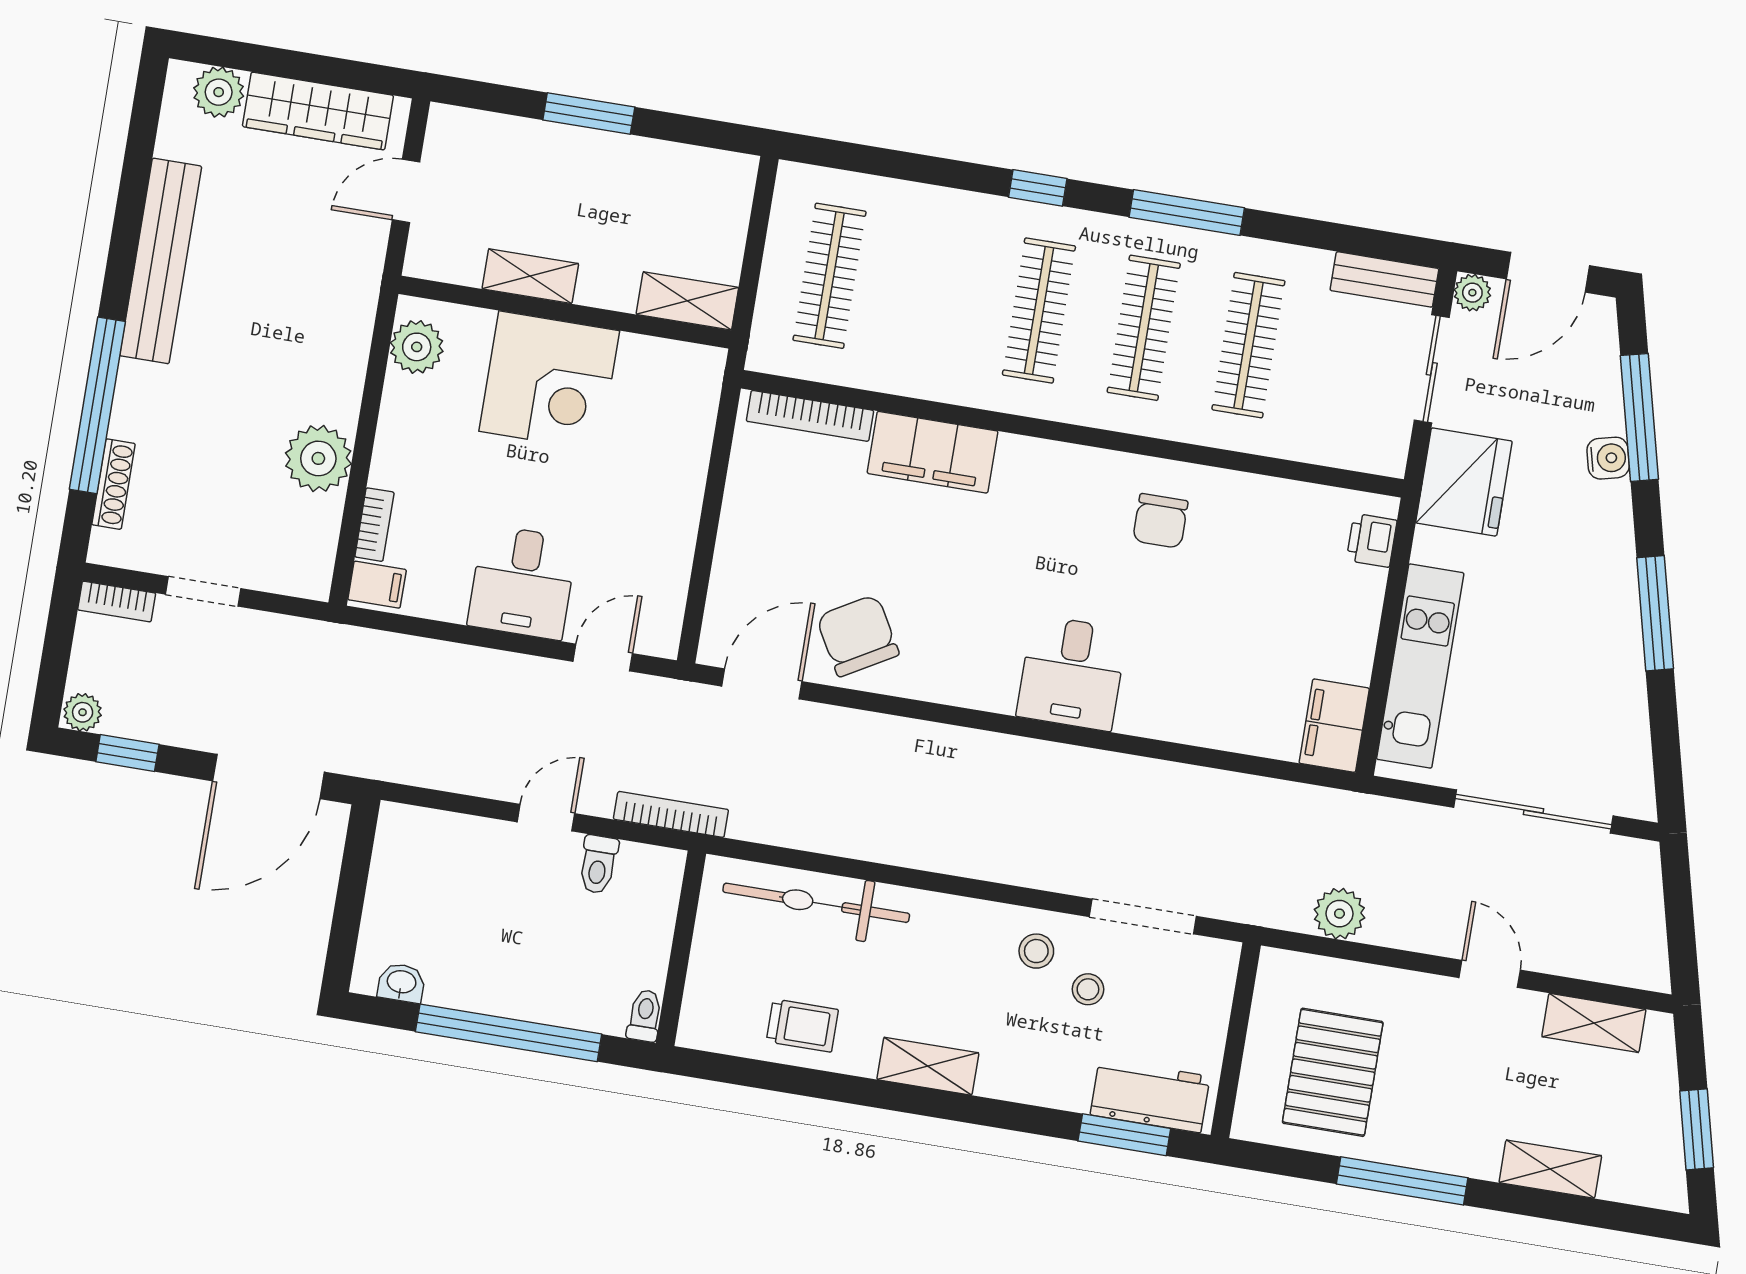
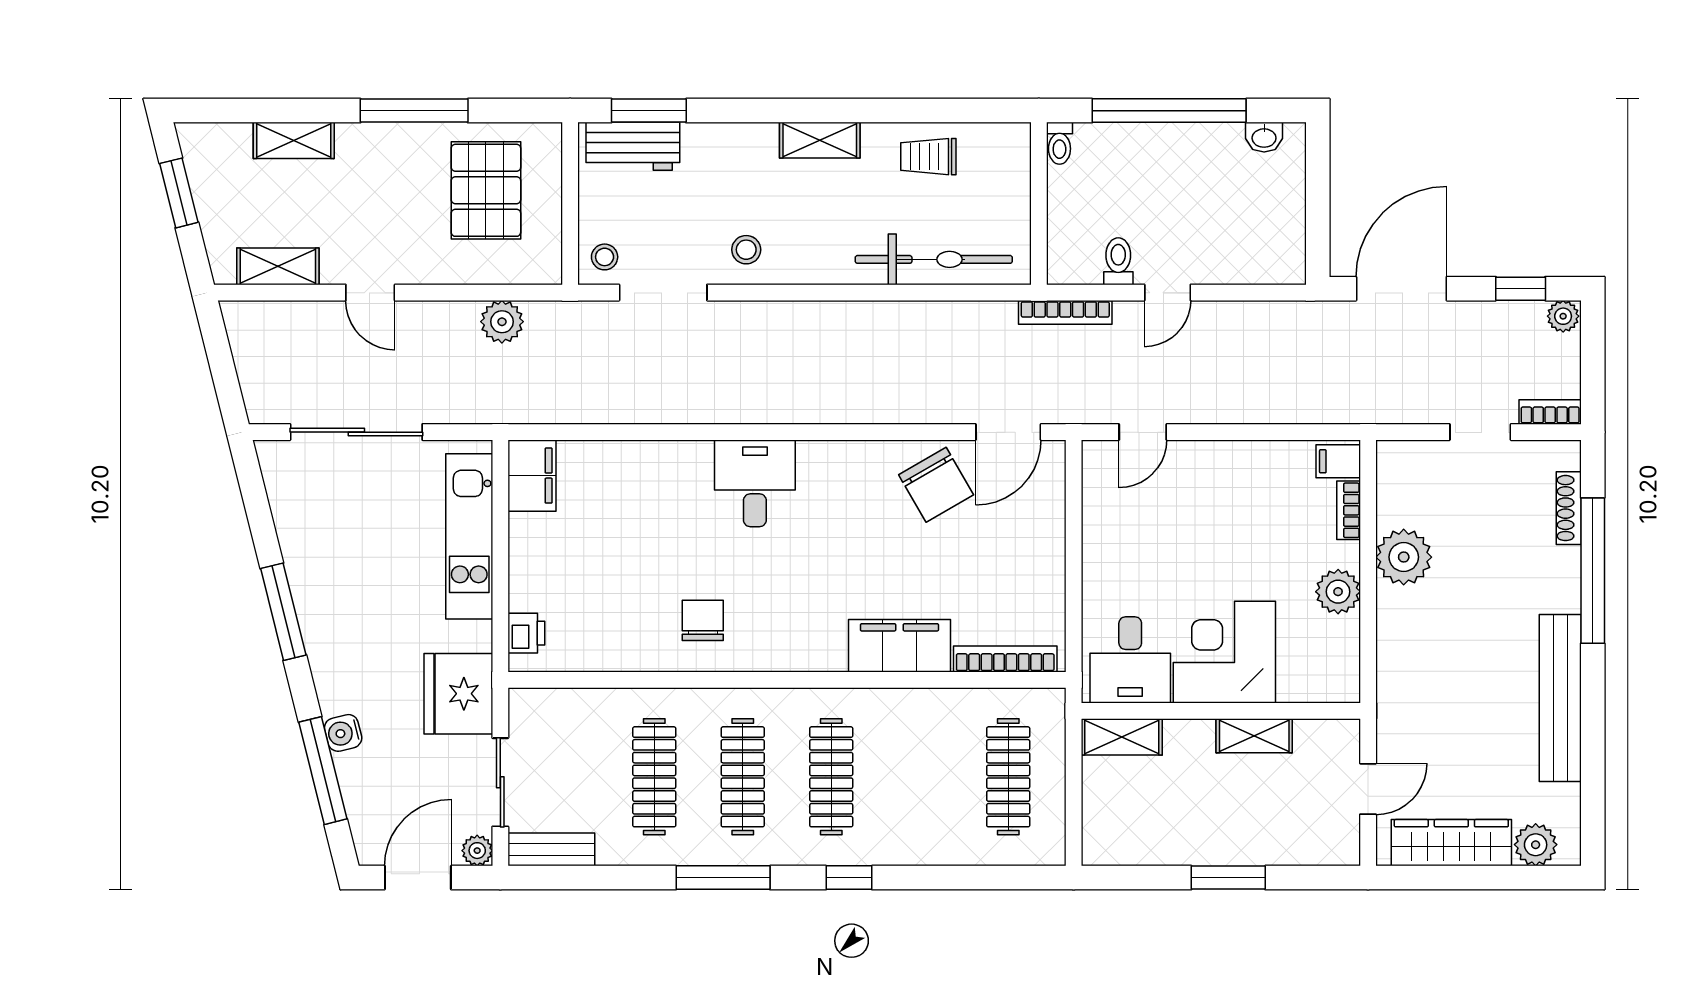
plant: (417, 347) -> (1338, 592), moved
desk: (522, 582) -> (1130, 660), moved, turned 180
stool: (1088, 989) -> (605, 257), moved

